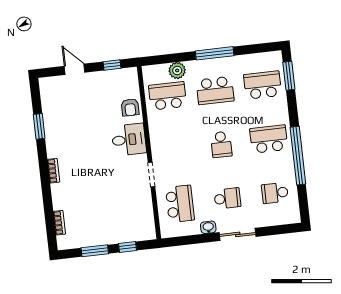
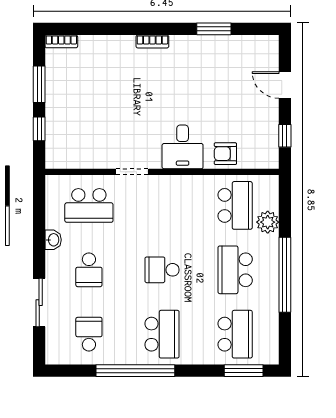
window: (215, 53) -> (285, 275), width x1.46
door: (75, 69) -> (285, 85), swing flipped
bookcase: (59, 223) -> (61, 41), moved
sliding door: (238, 234) -> (39, 303), moved

